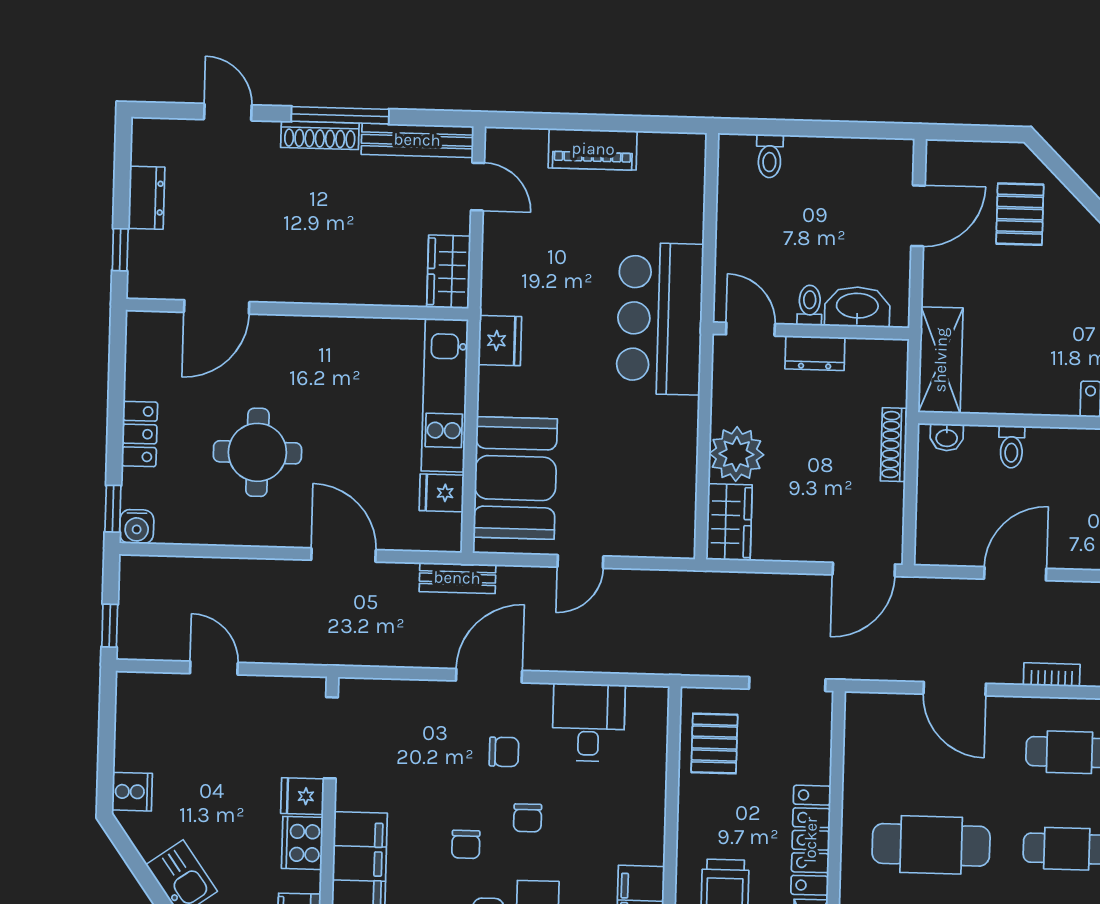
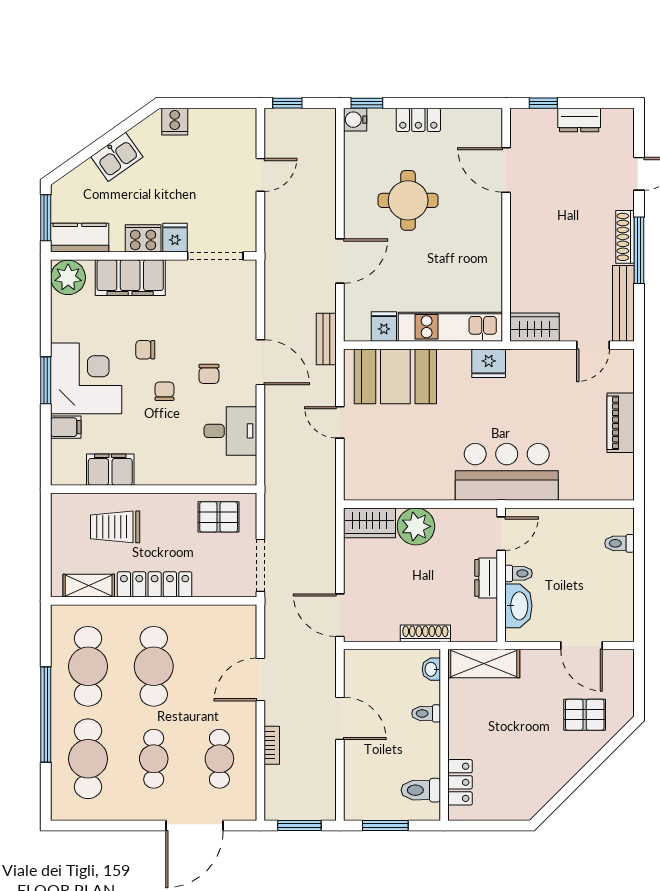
chair: (528, 818) -> (164, 391), turned 90

